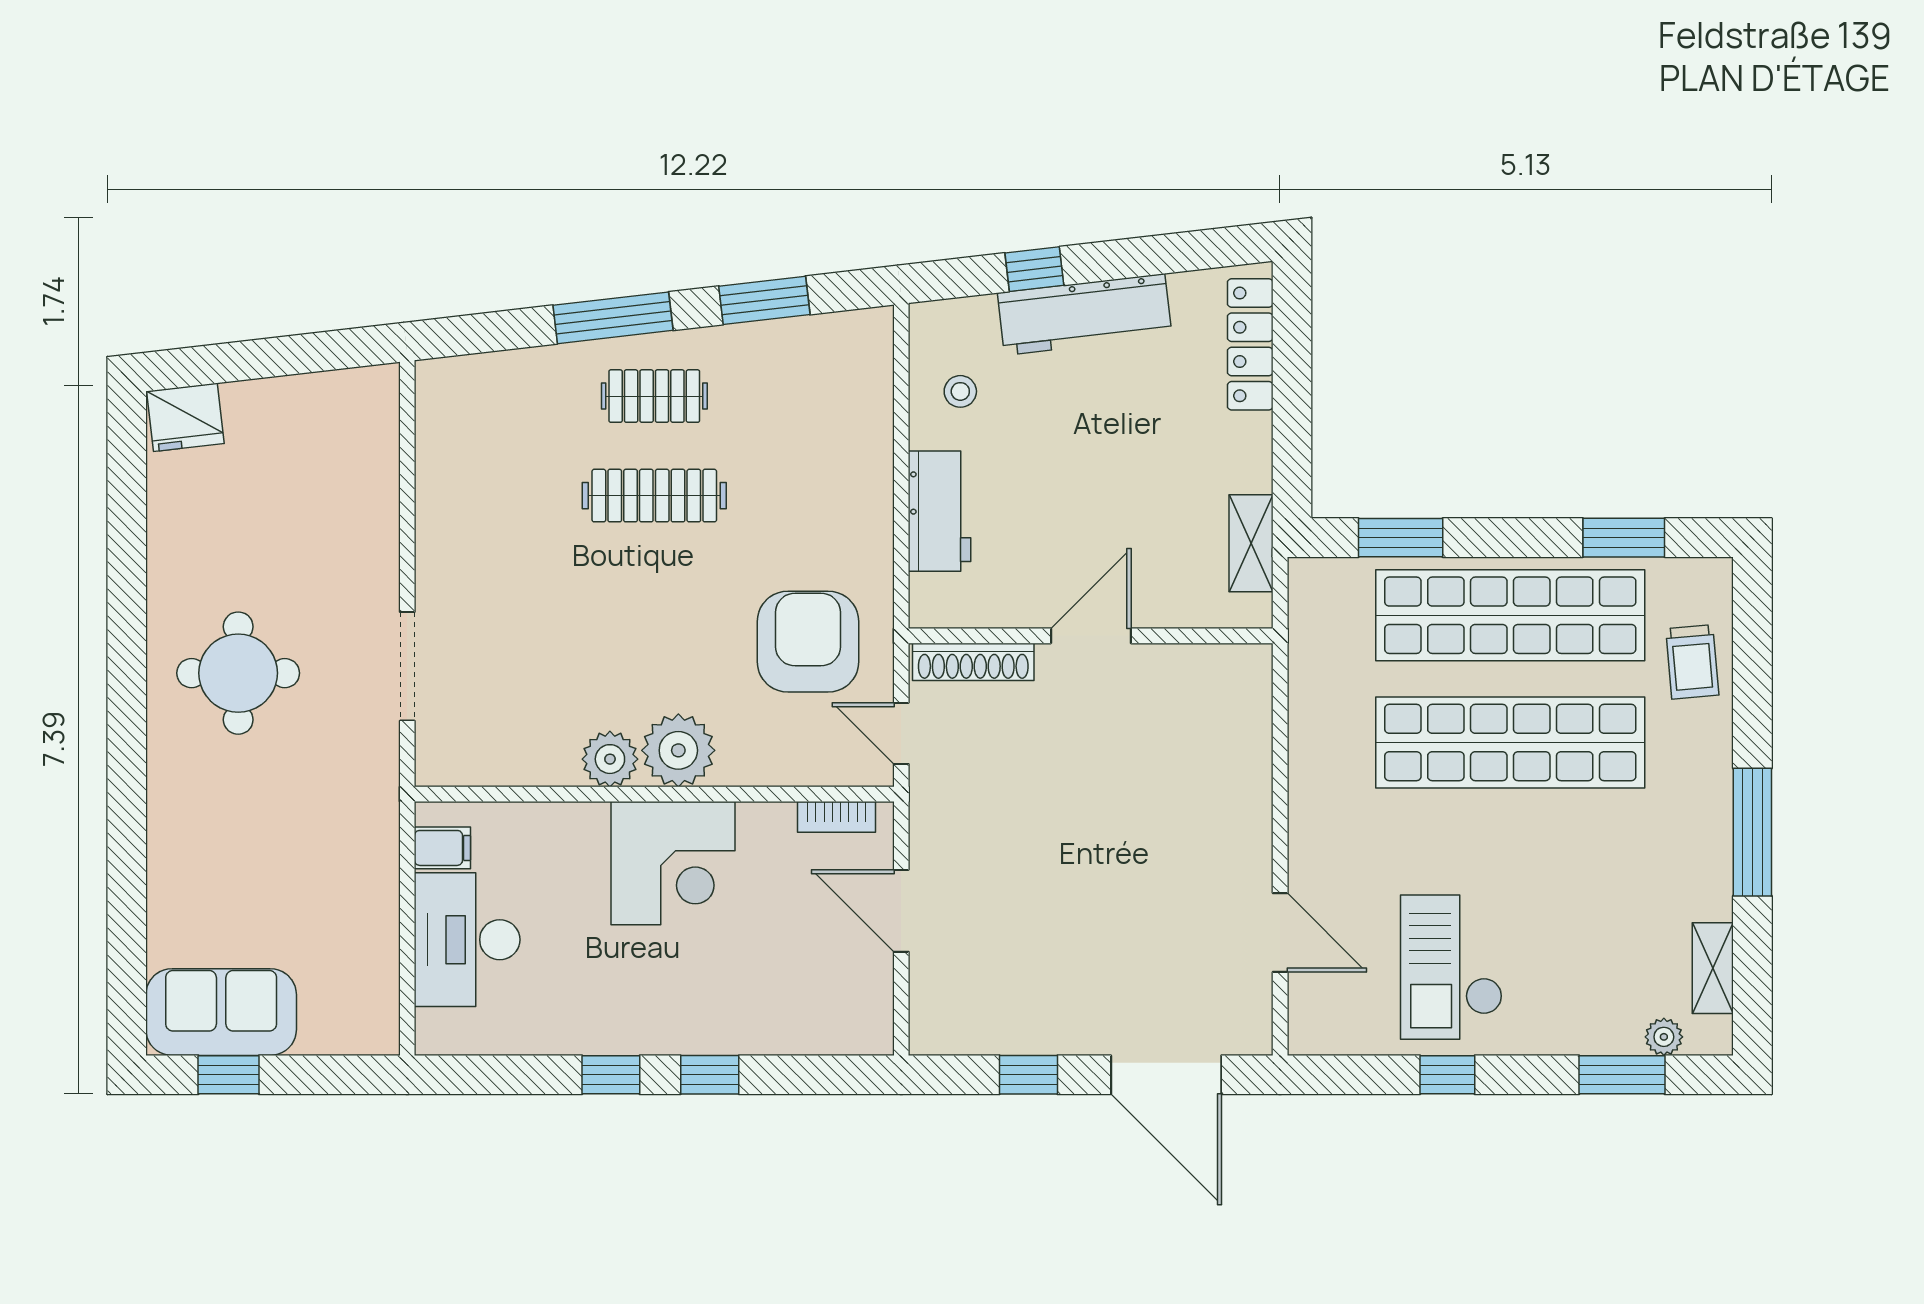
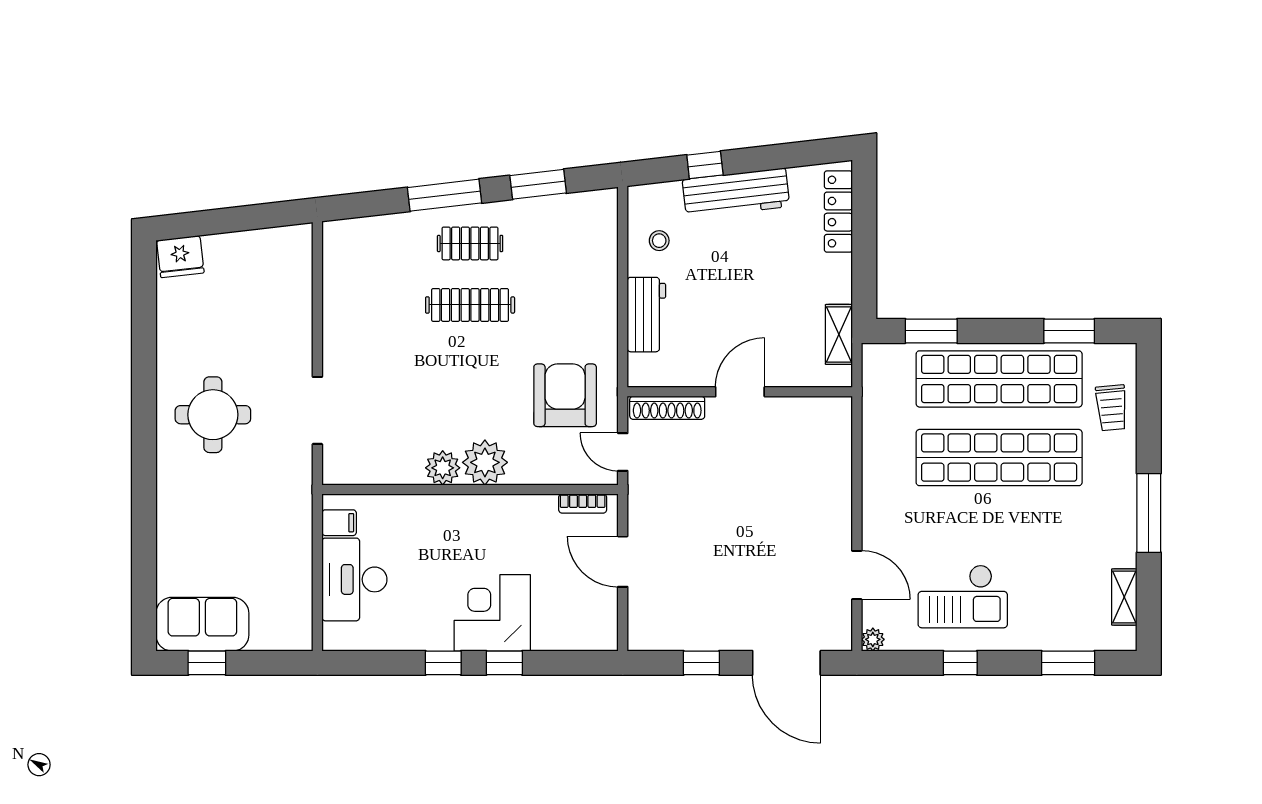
corner desk: (673, 863) -> (492, 613), moved, turned 180
checkout: (1451, 967) -> (963, 596), turned -90
plant: (1664, 1037) -> (873, 639), moved

